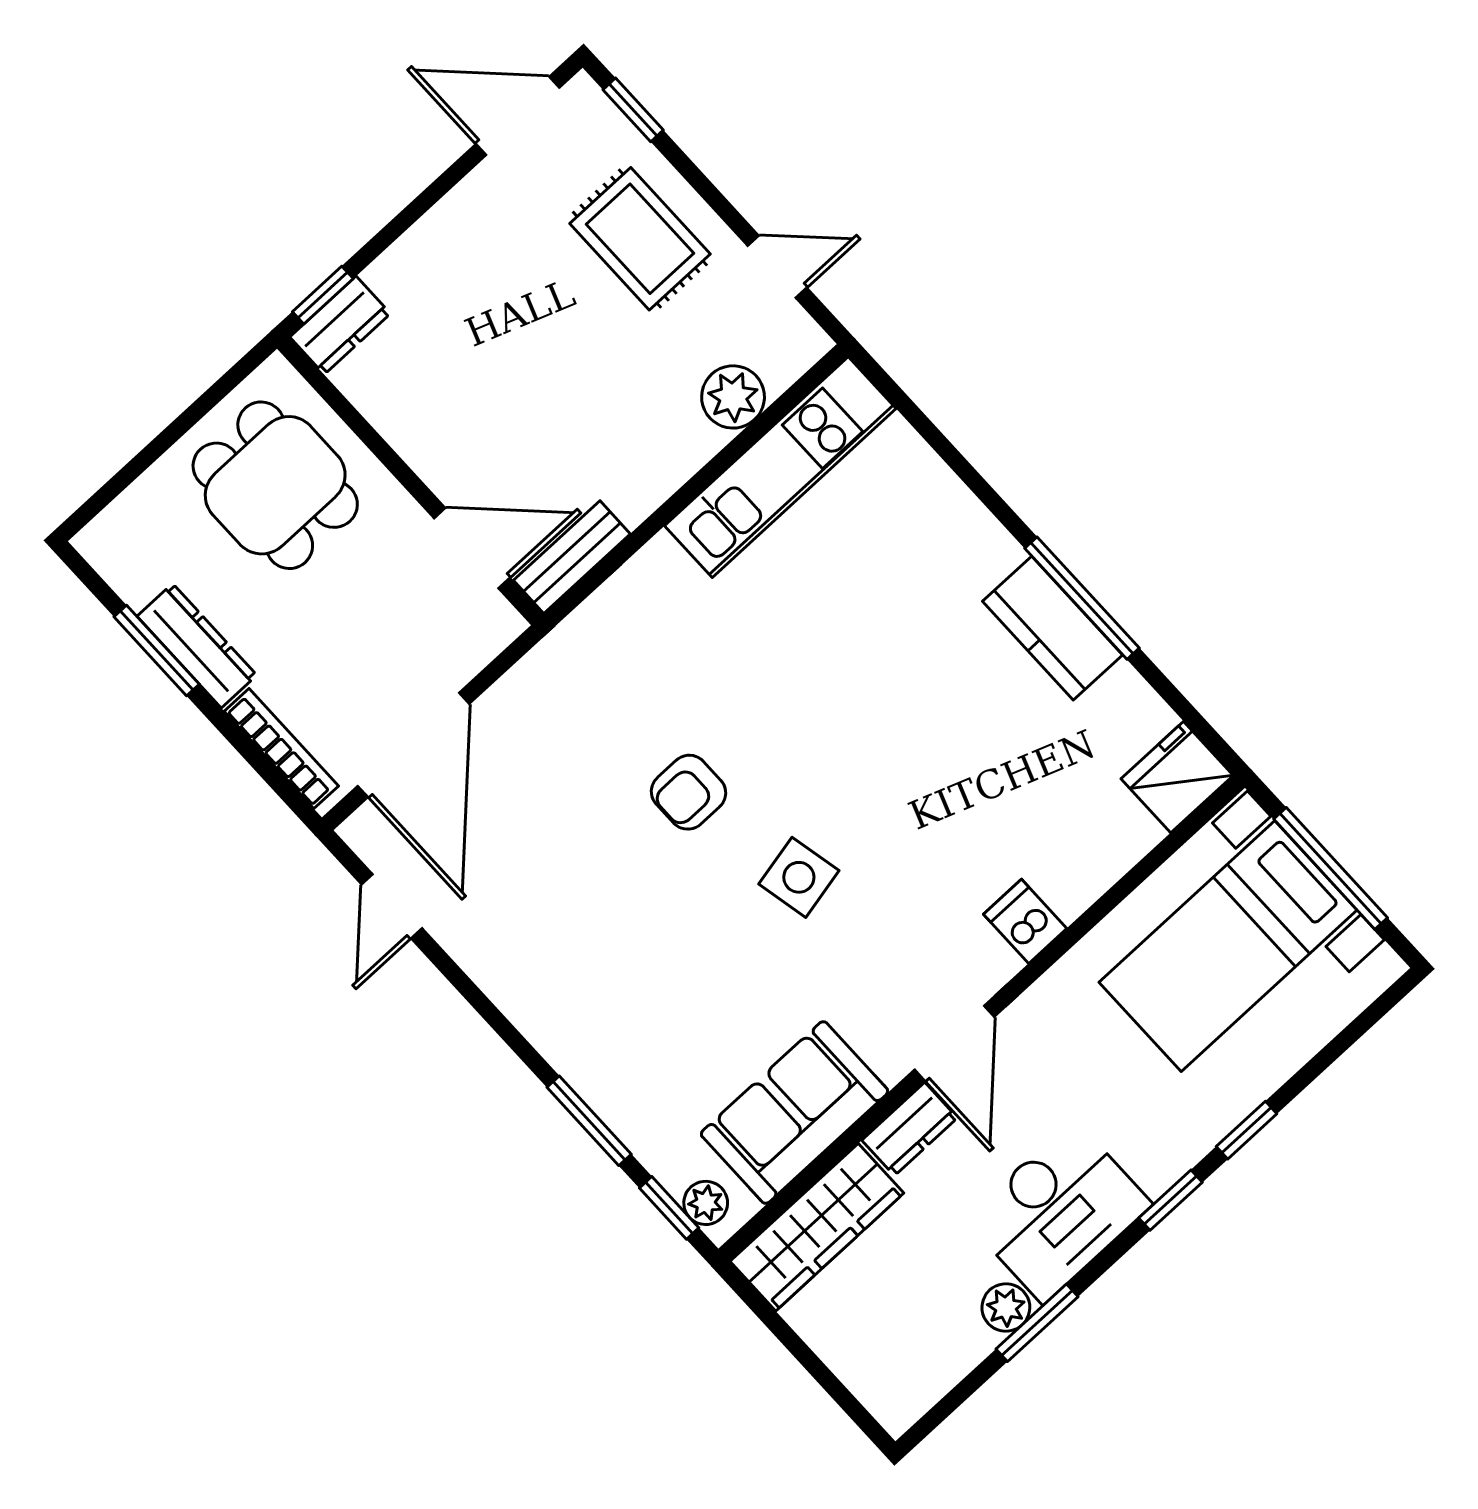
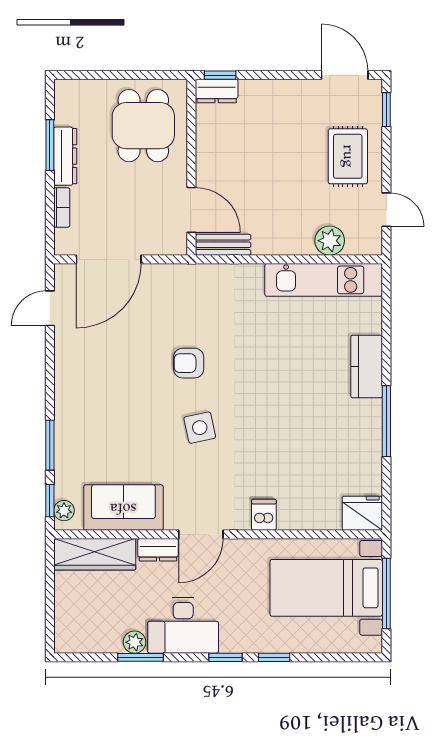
kitchen counter: (1053, 628) -> (367, 367), moved
bookcase: (281, 749) -> (62, 207), width x0.64

